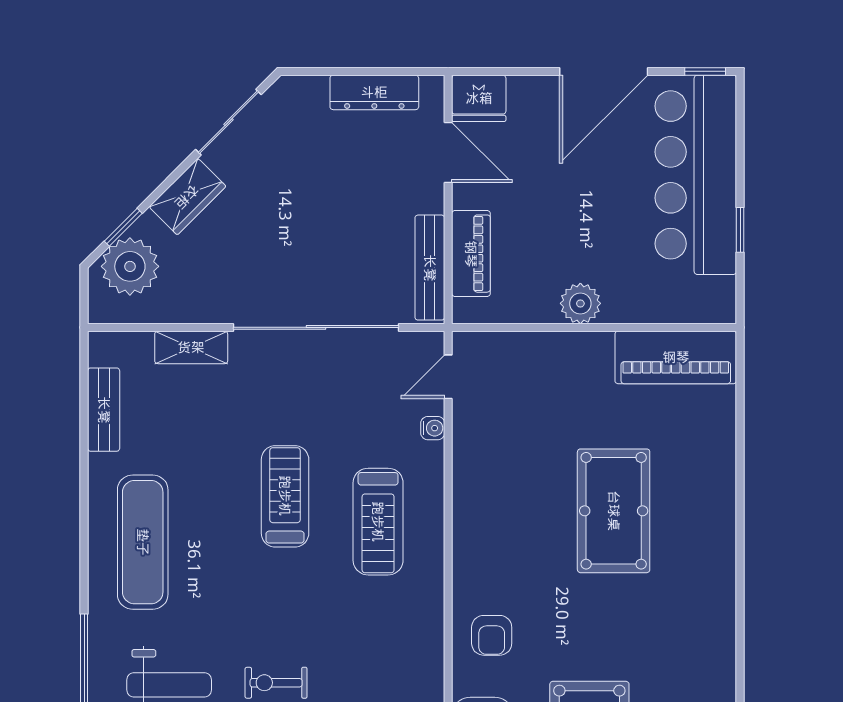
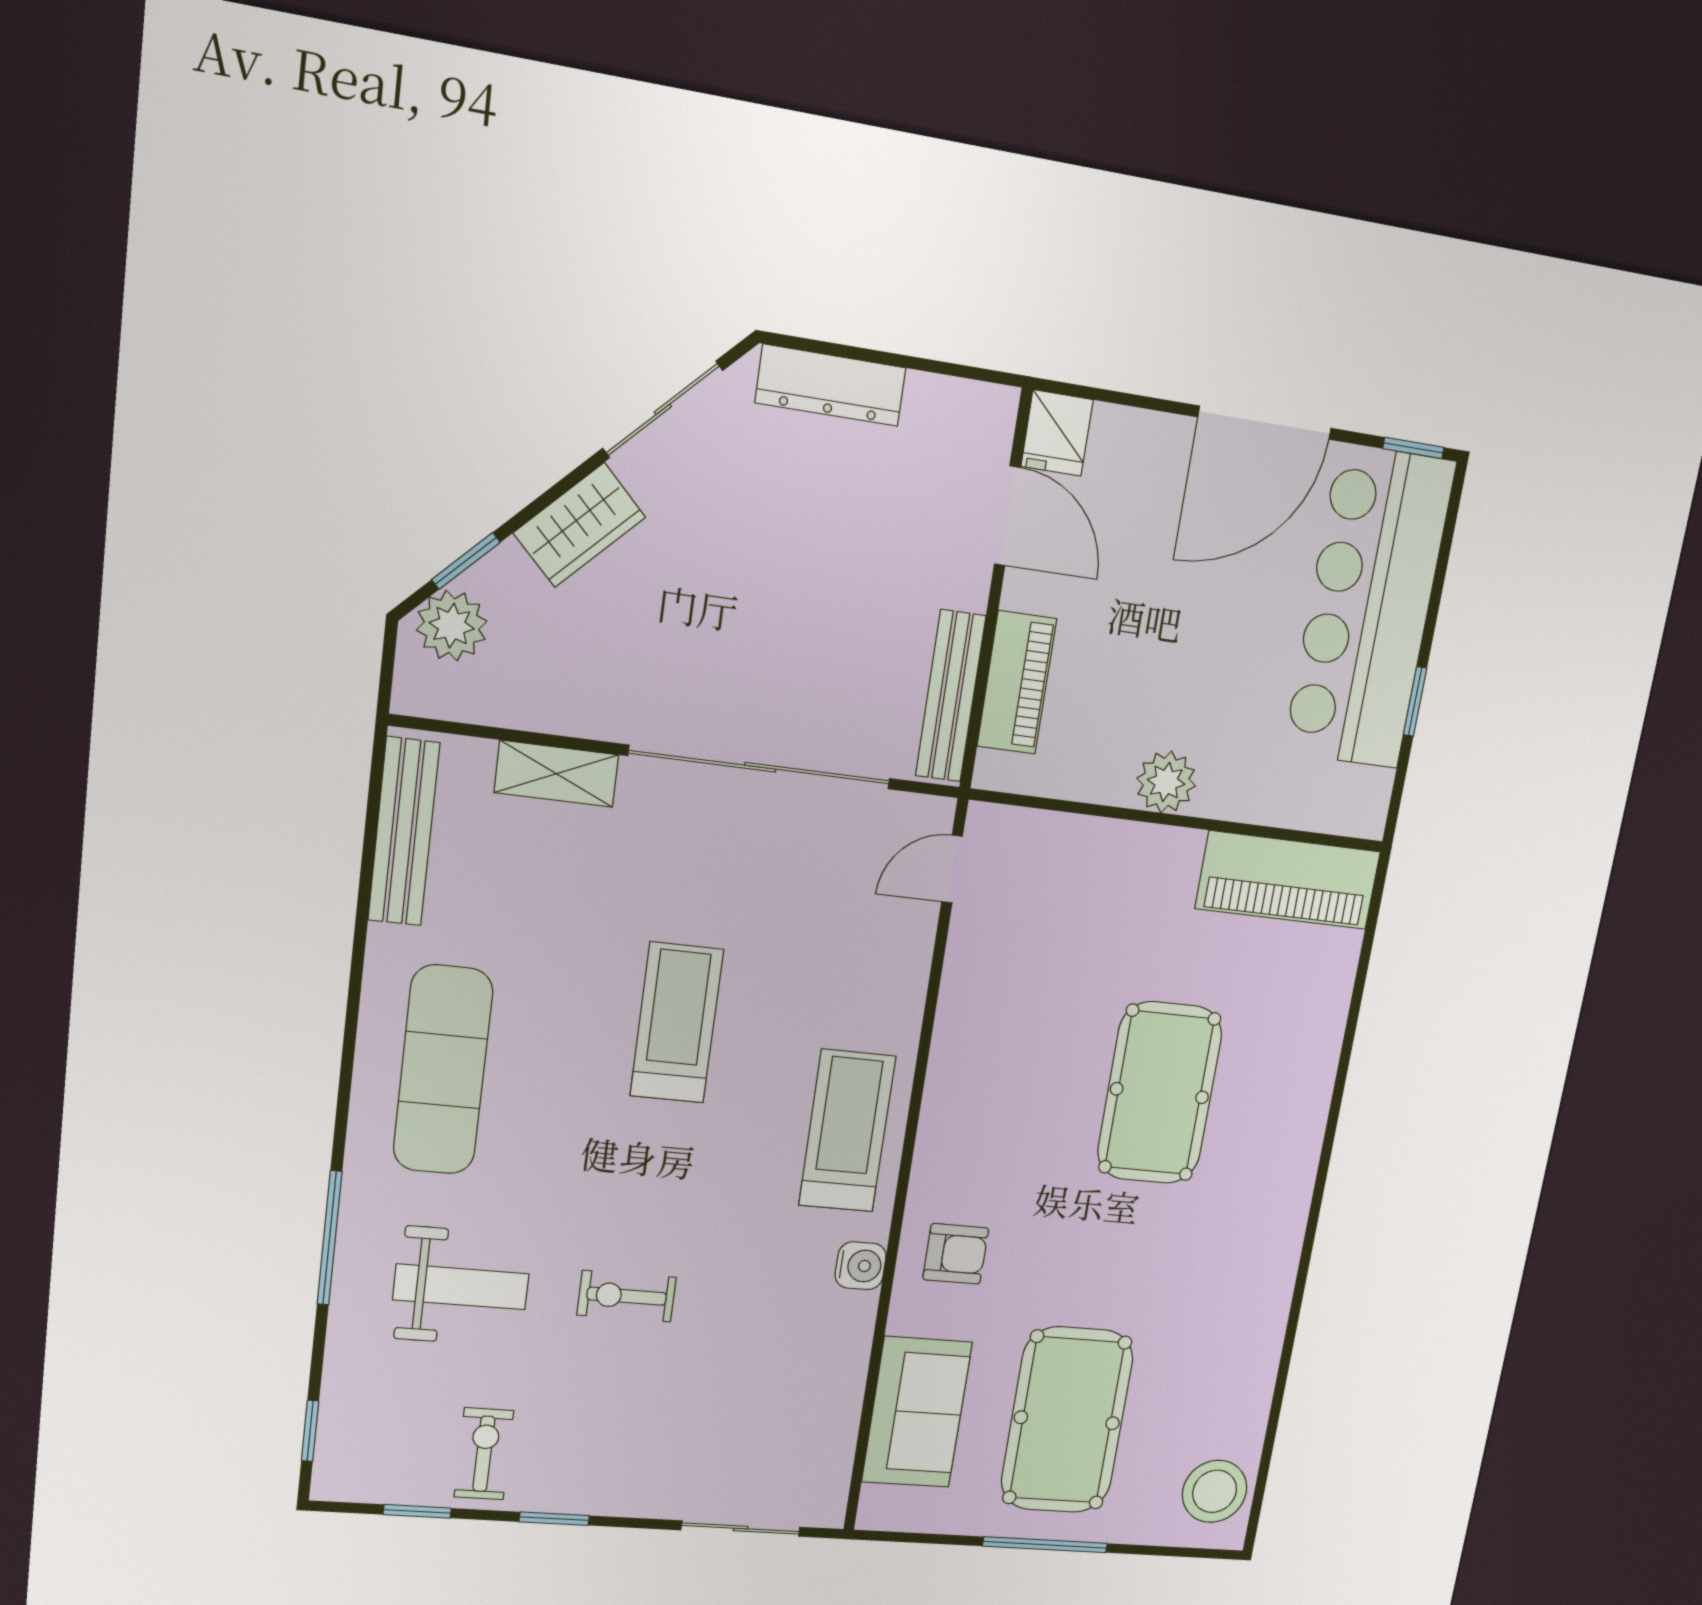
dresser: (374, 92) -> (831, 385), moved
fridge: (479, 98) -> (1057, 433), width x0.72
plant: (130, 266) -> (452, 626), width x0.73, depth x0.73
bench: (104, 410) -> (404, 832), width x1.36
water cooler: (433, 428) -> (861, 1266), moved, width x1.38, depth x1.38
treadmill: (378, 522) -> (847, 1131), moved, turned 180
armchair: (492, 635) -> (956, 1254), turned -90

